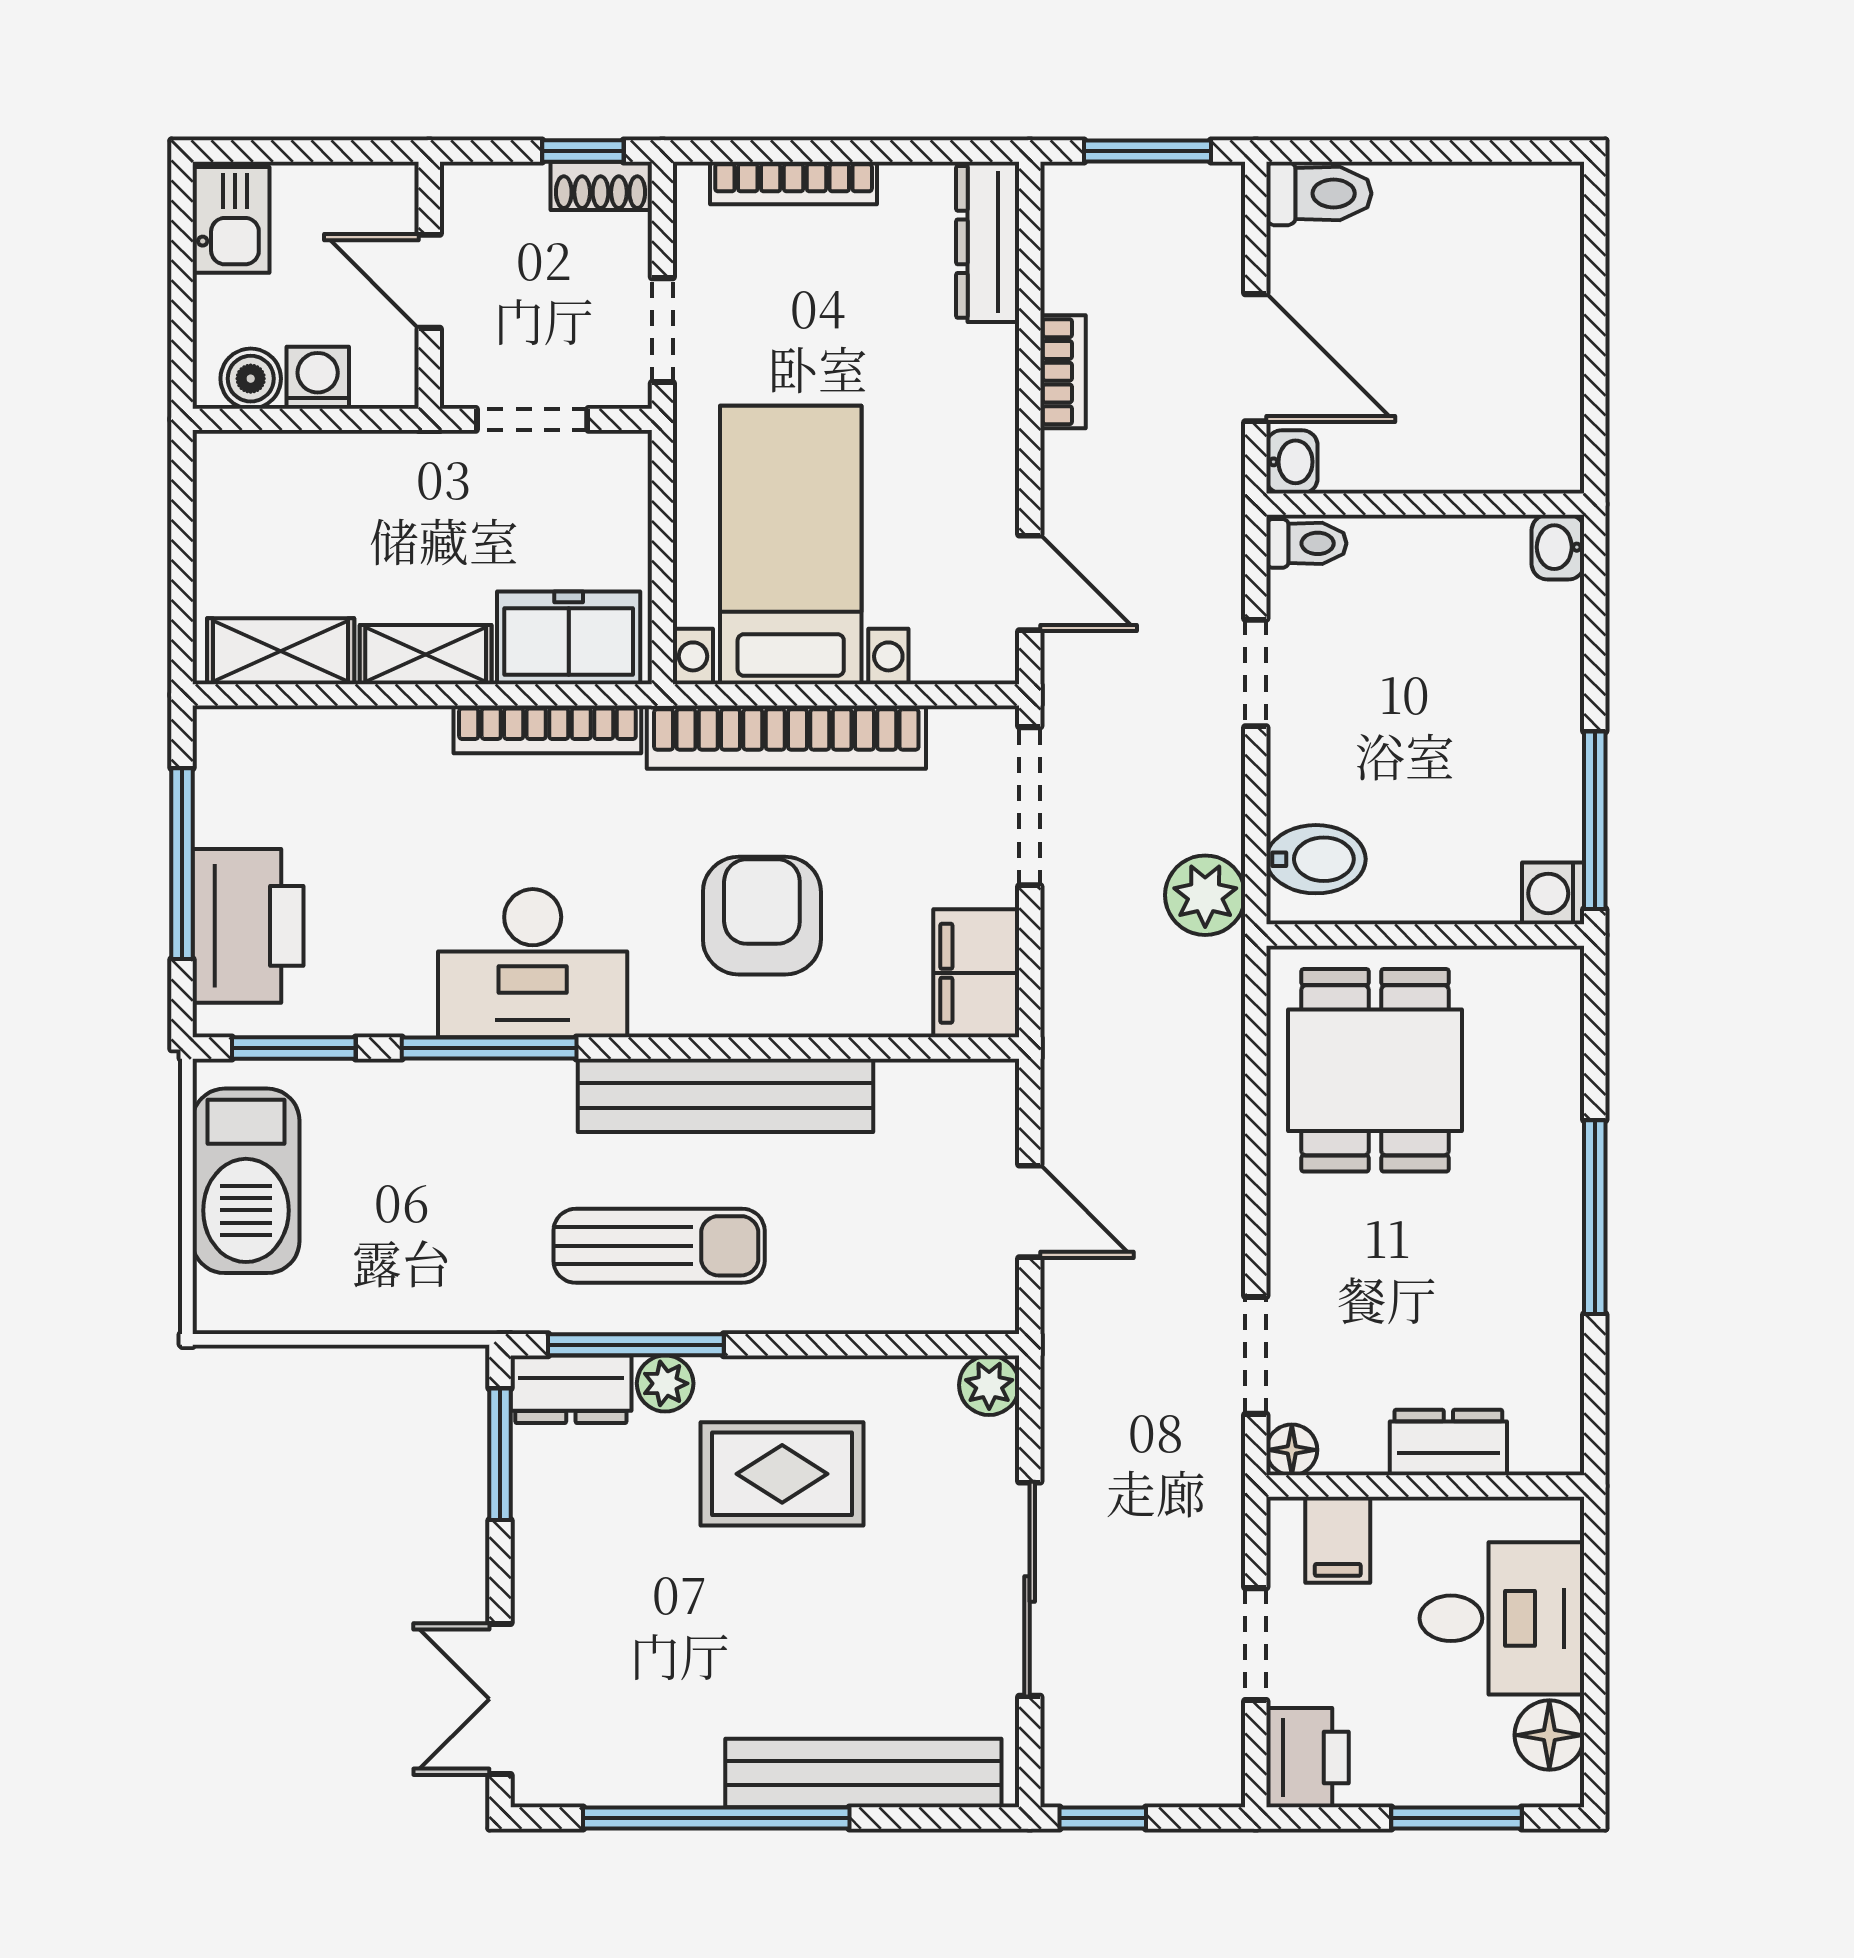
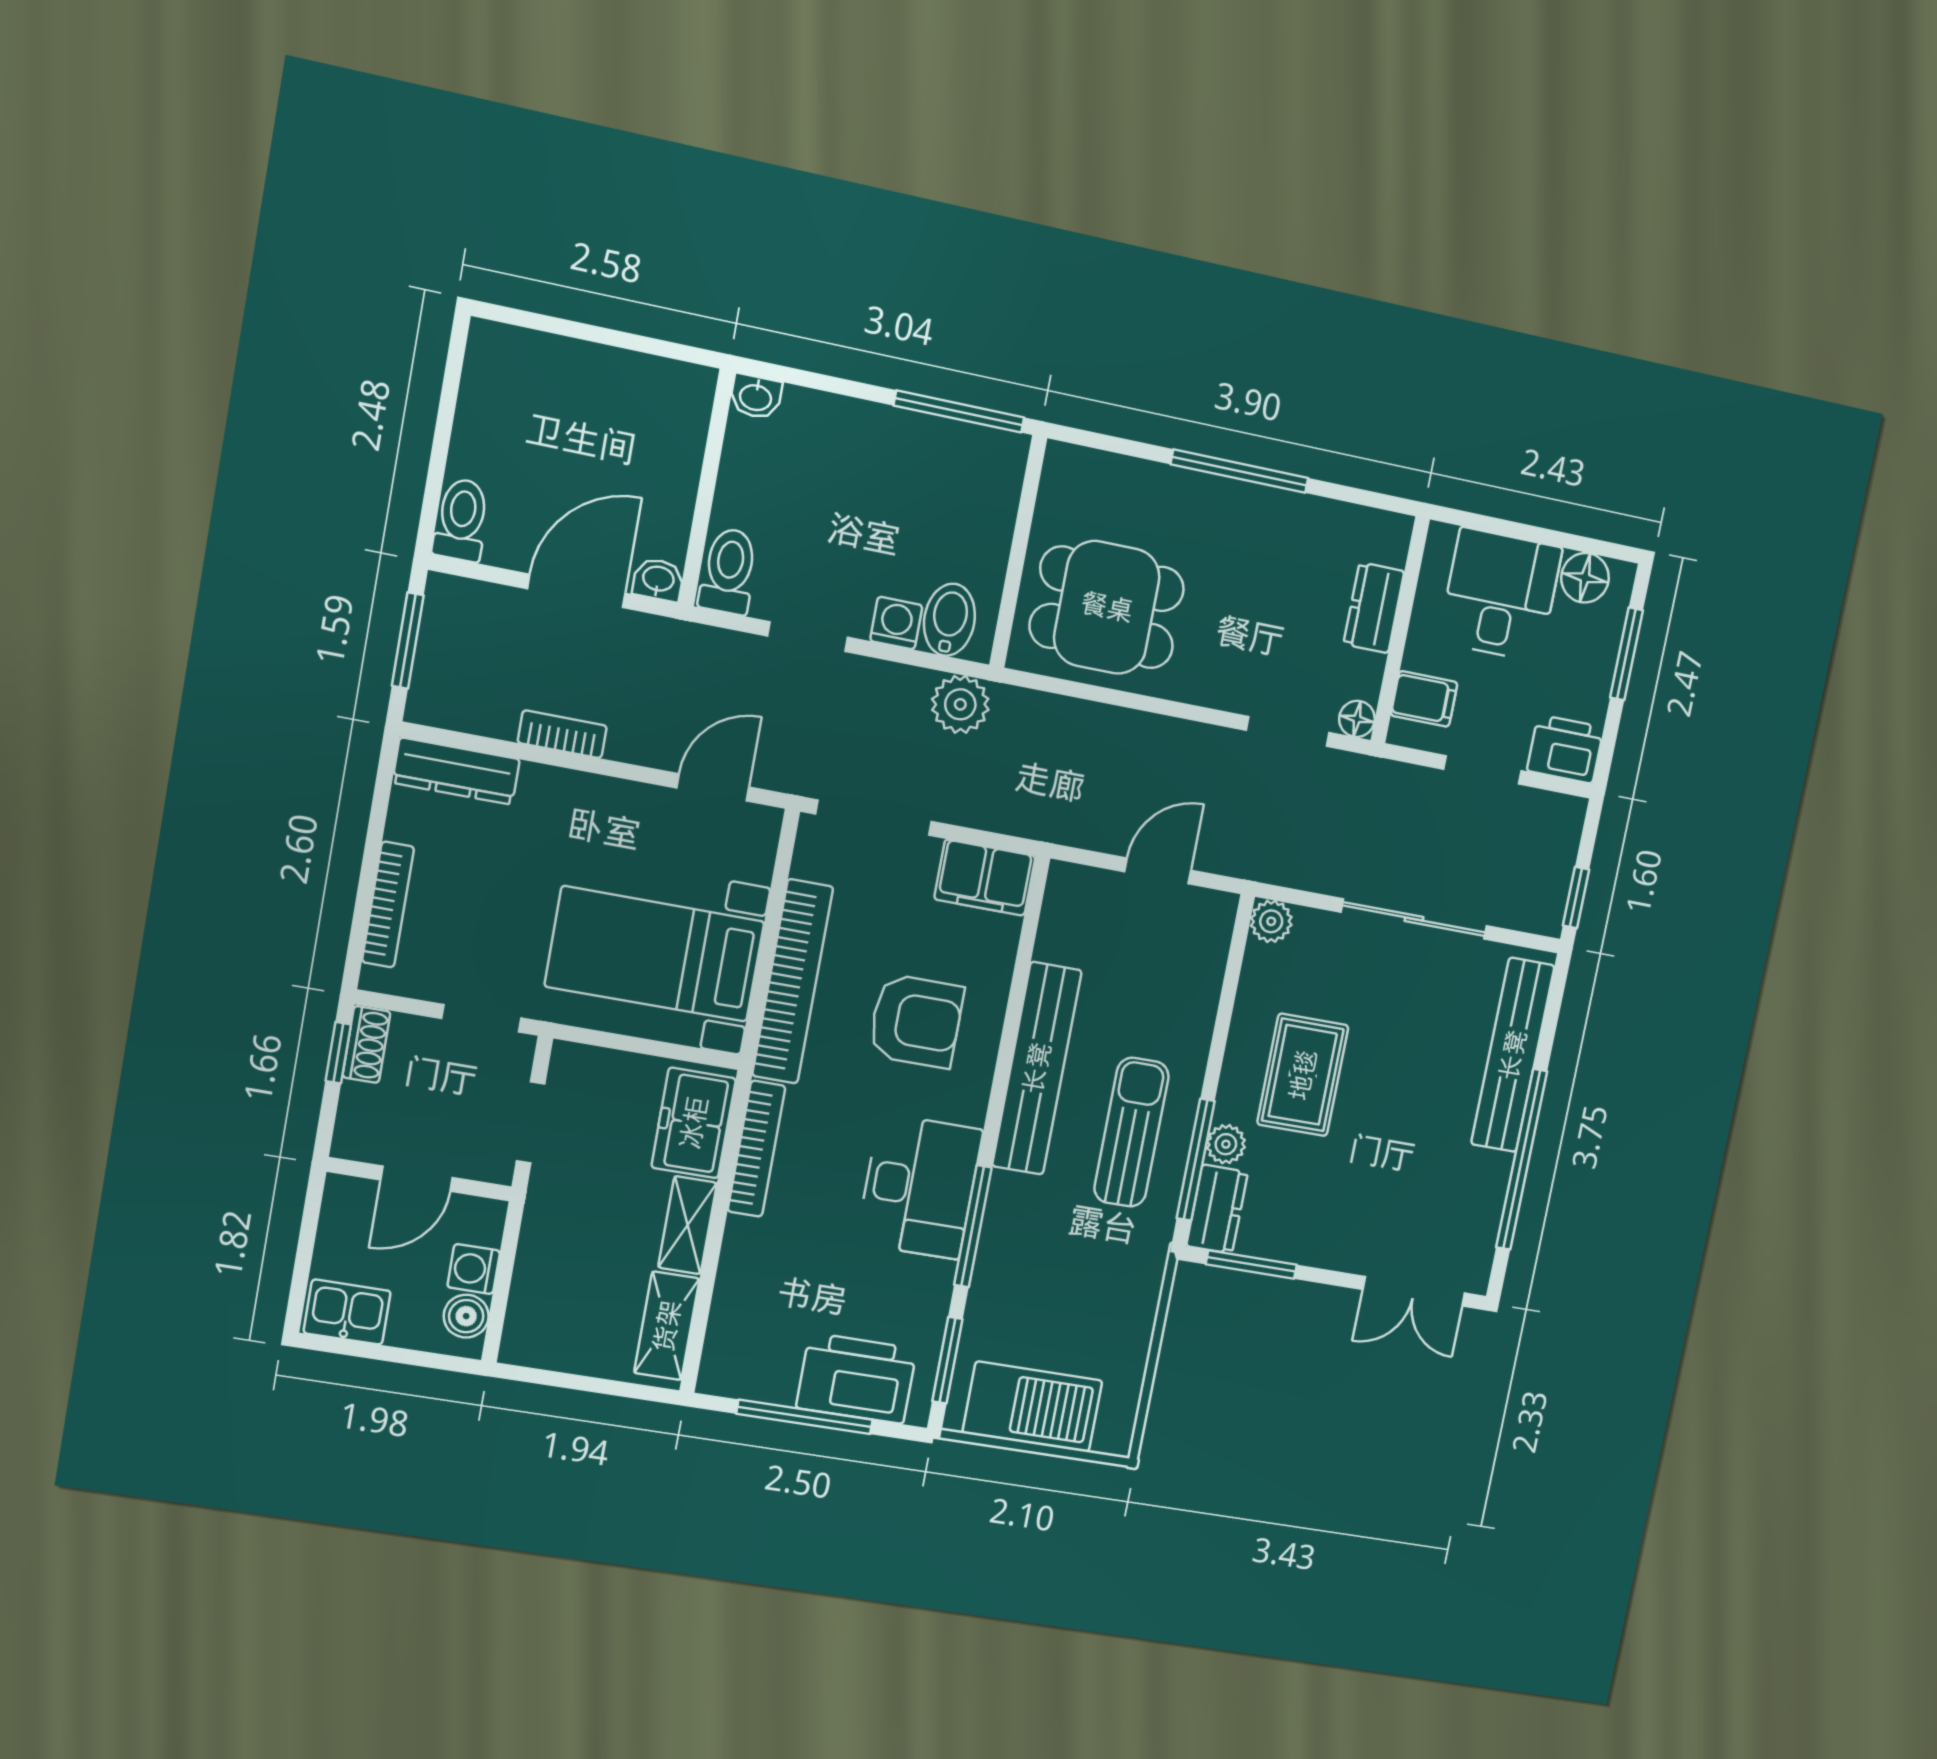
toilet: (1306, 543) -> (729, 571), width x1.37, depth x1.39
washing machine: (1553, 893) -> (896, 623), moved, turned 180
armchair: (762, 916) -> (916, 1021), turned 180

